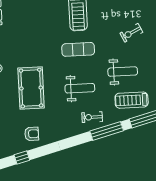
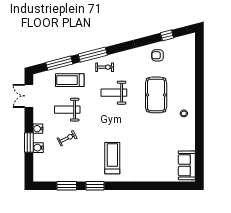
exercise mat: (78, 49) -> (114, 126), removed
weight bench: (123, 72) -> (67, 110), moved
treadmill: (132, 100) -> (70, 80), turned 180

